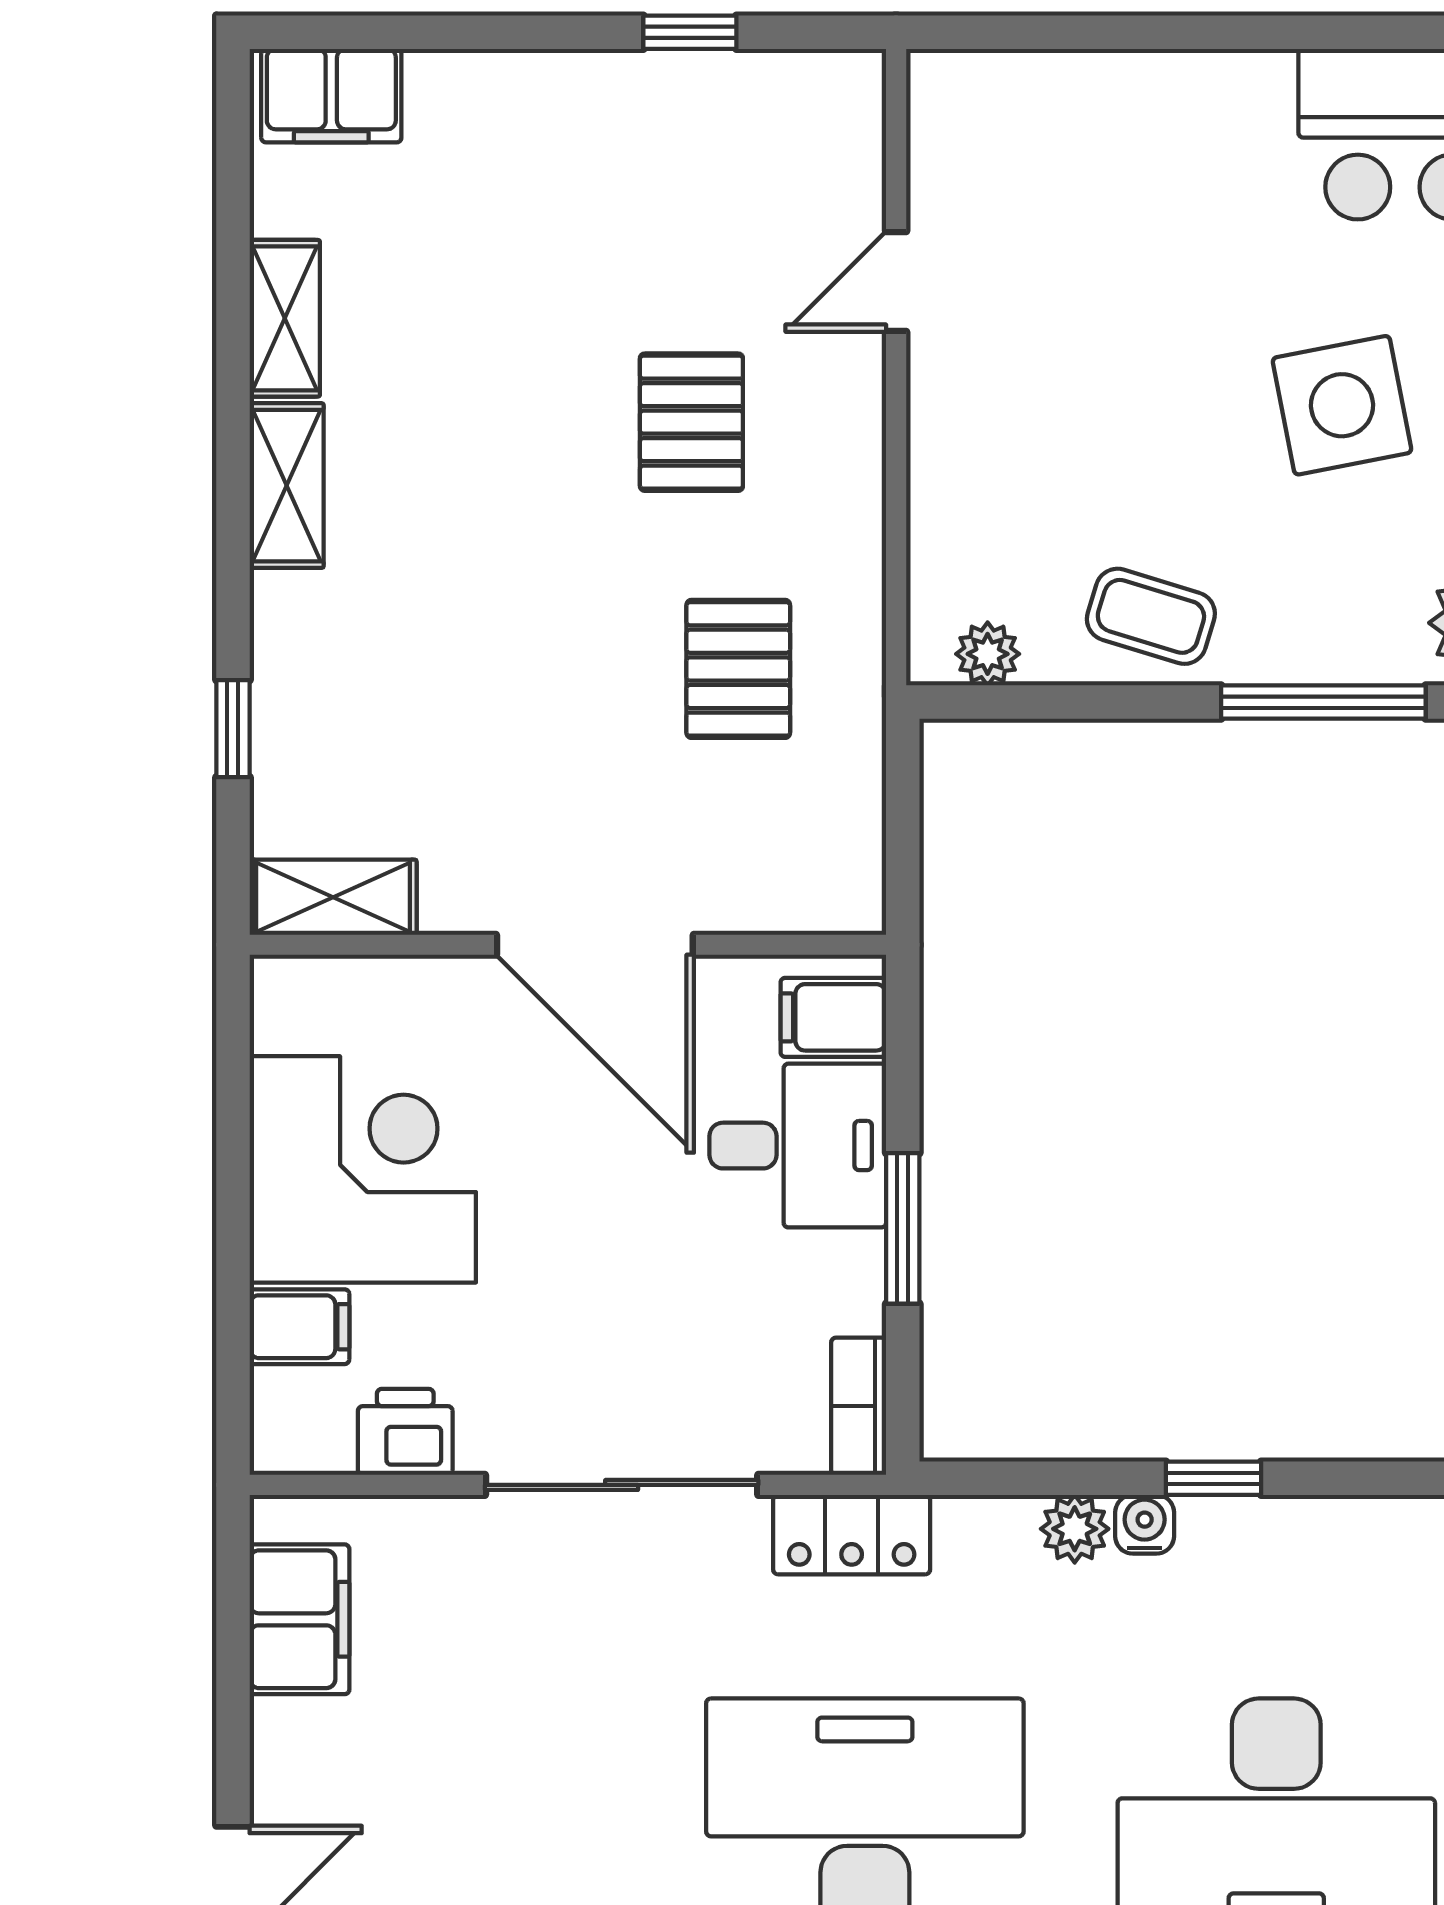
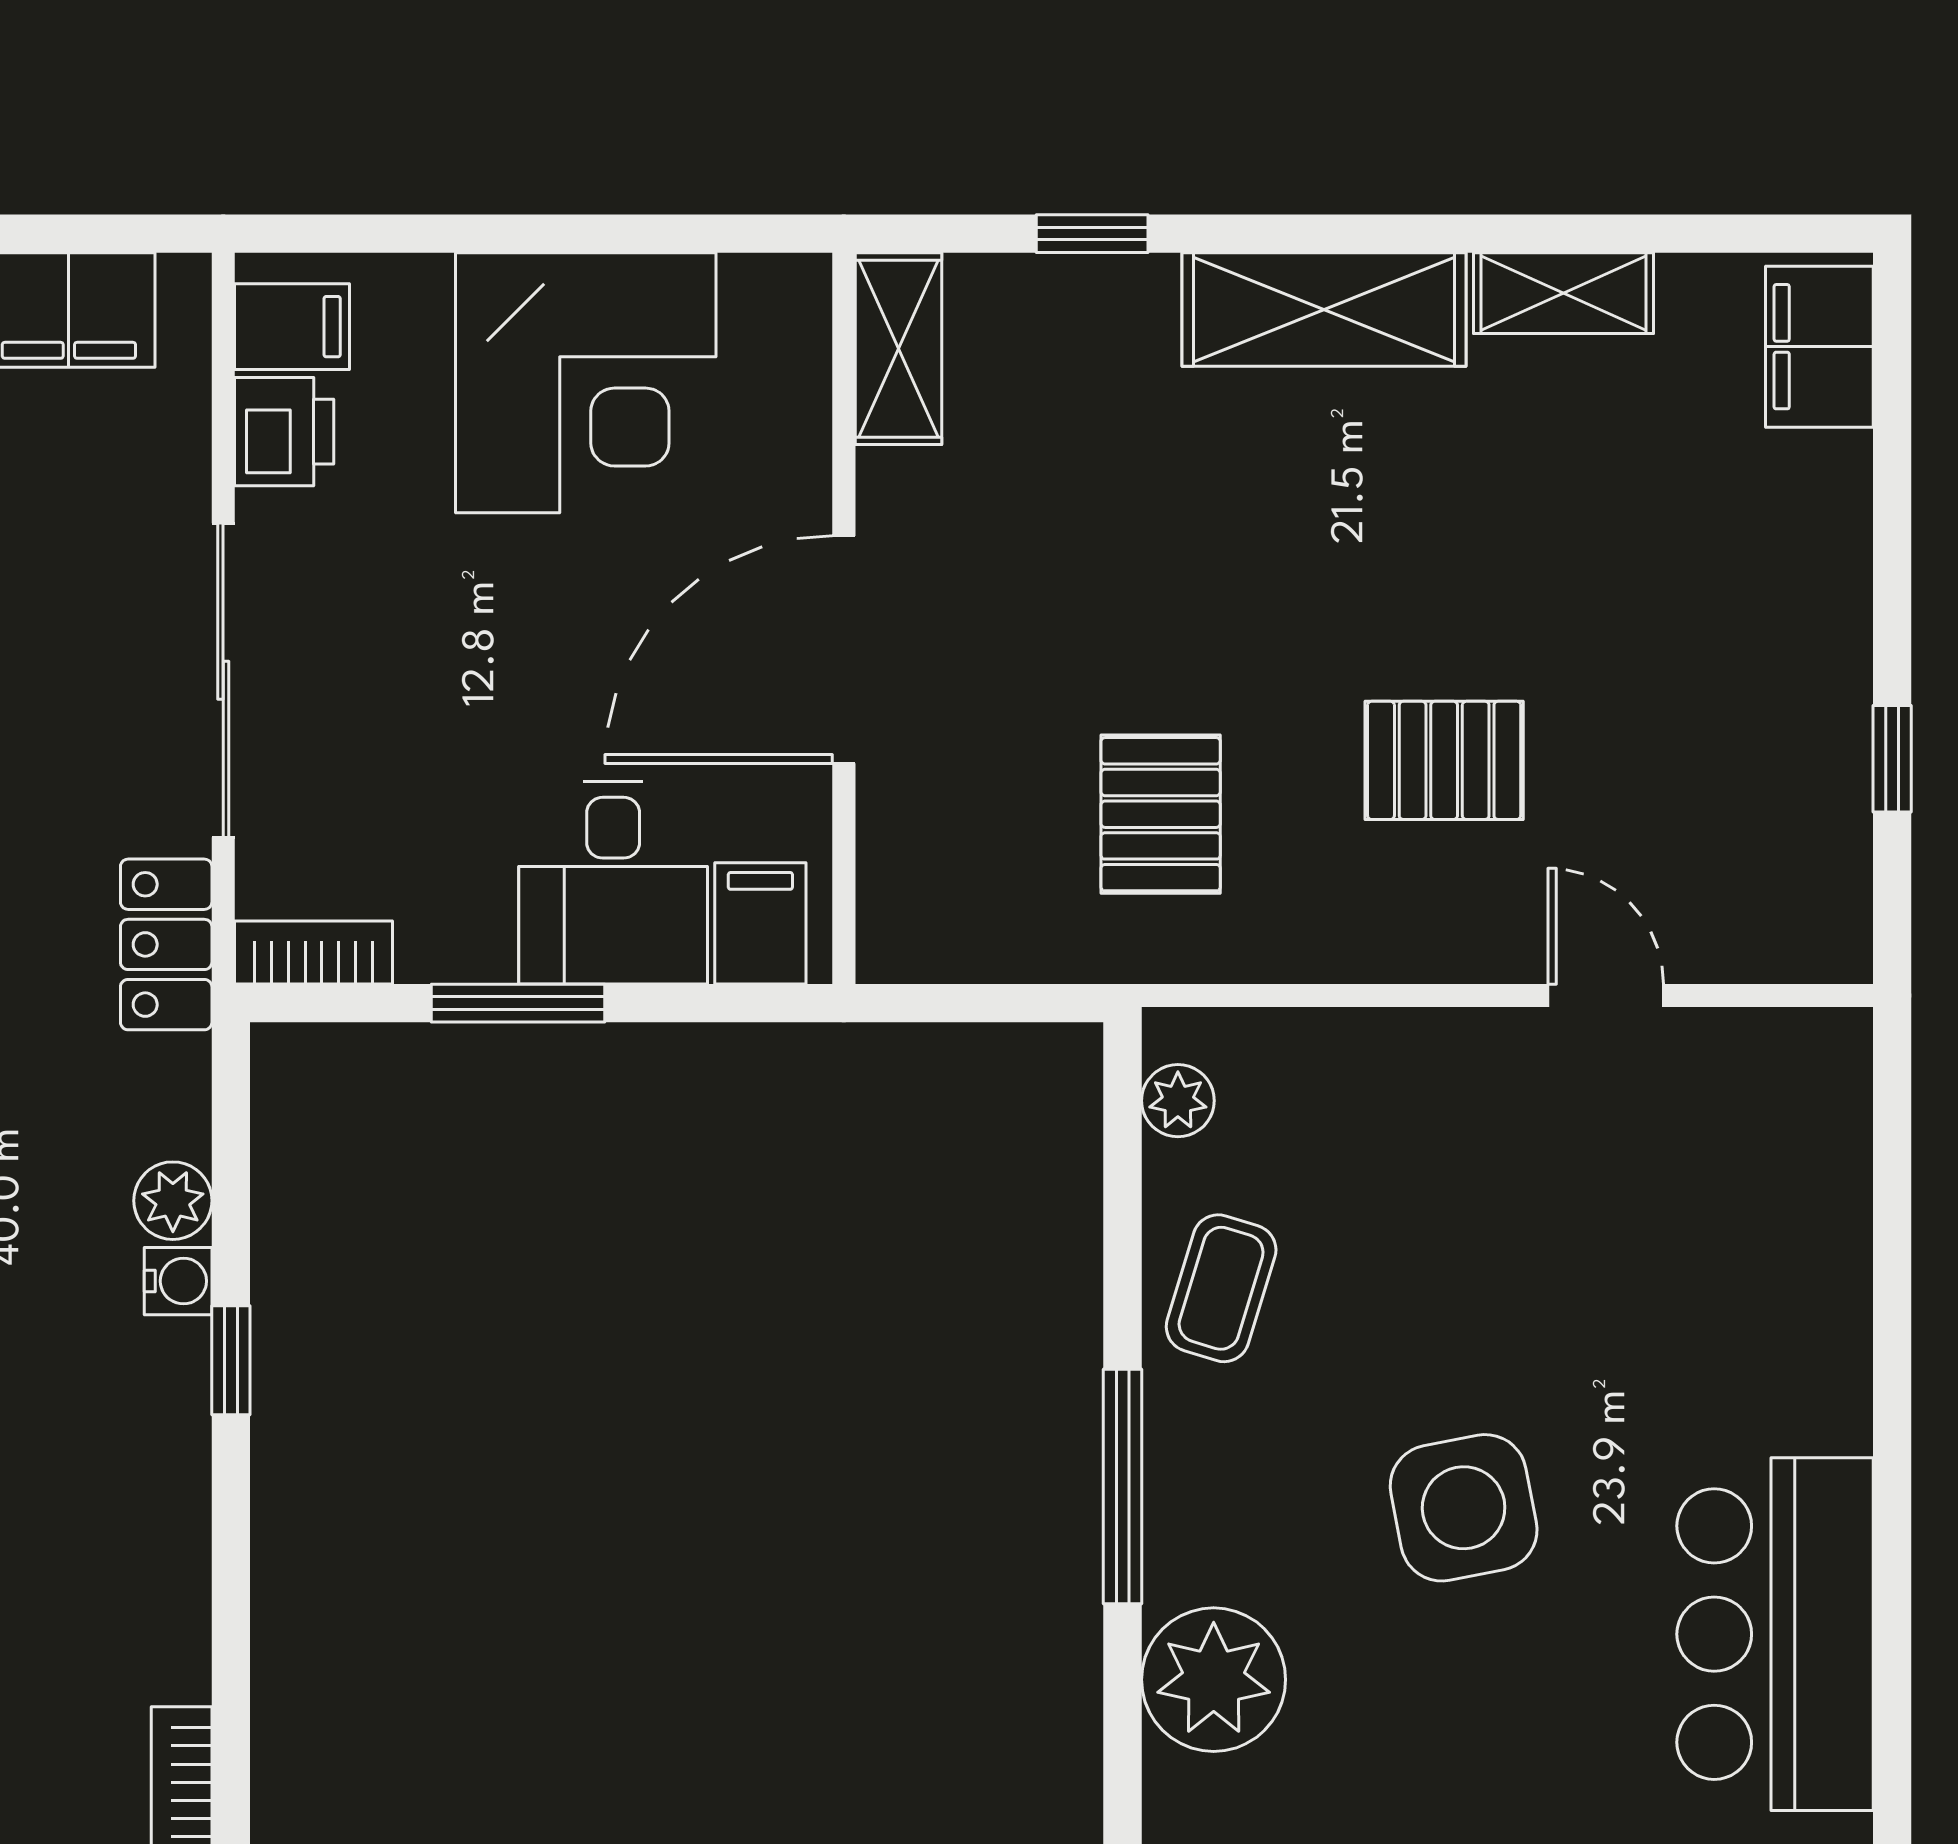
shelving: (287, 486) -> (1324, 309), width x1.50, depth x1.33
pallet: (738, 669) -> (1161, 814), turned 90
filing cabinet: (299, 1327) -> (292, 327), moved, turned -90

